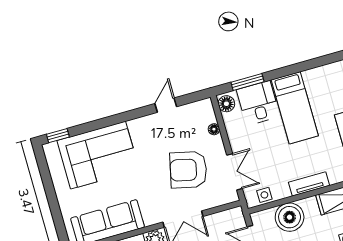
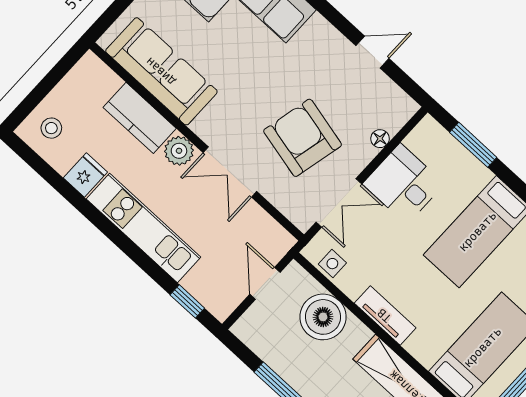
desk: (258, 103) -> (403, 184), moved, turned -90
floor lamp: (226, 104) -> (426, 134), removed

